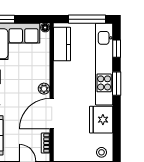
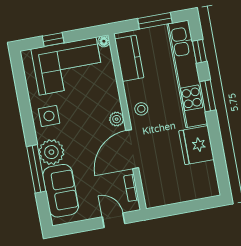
window: (87, 19) -> (155, 21), width x0.69
stool: (101, 152) -> (141, 109), moved

